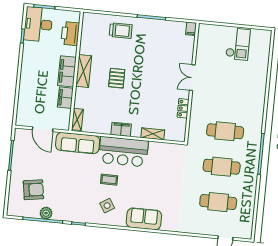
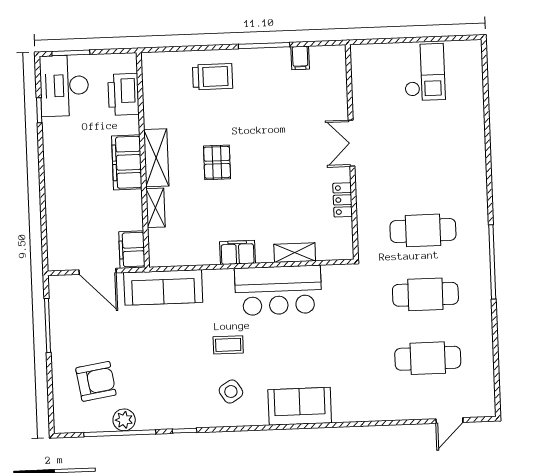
filing cabinet: (191, 29) -> (300, 58), moved
filing cabinet: (65, 98) -> (132, 250), moved
shelving: (77, 119) -> (155, 208), moved
bar counter: (123, 152) -> (278, 290), moved

